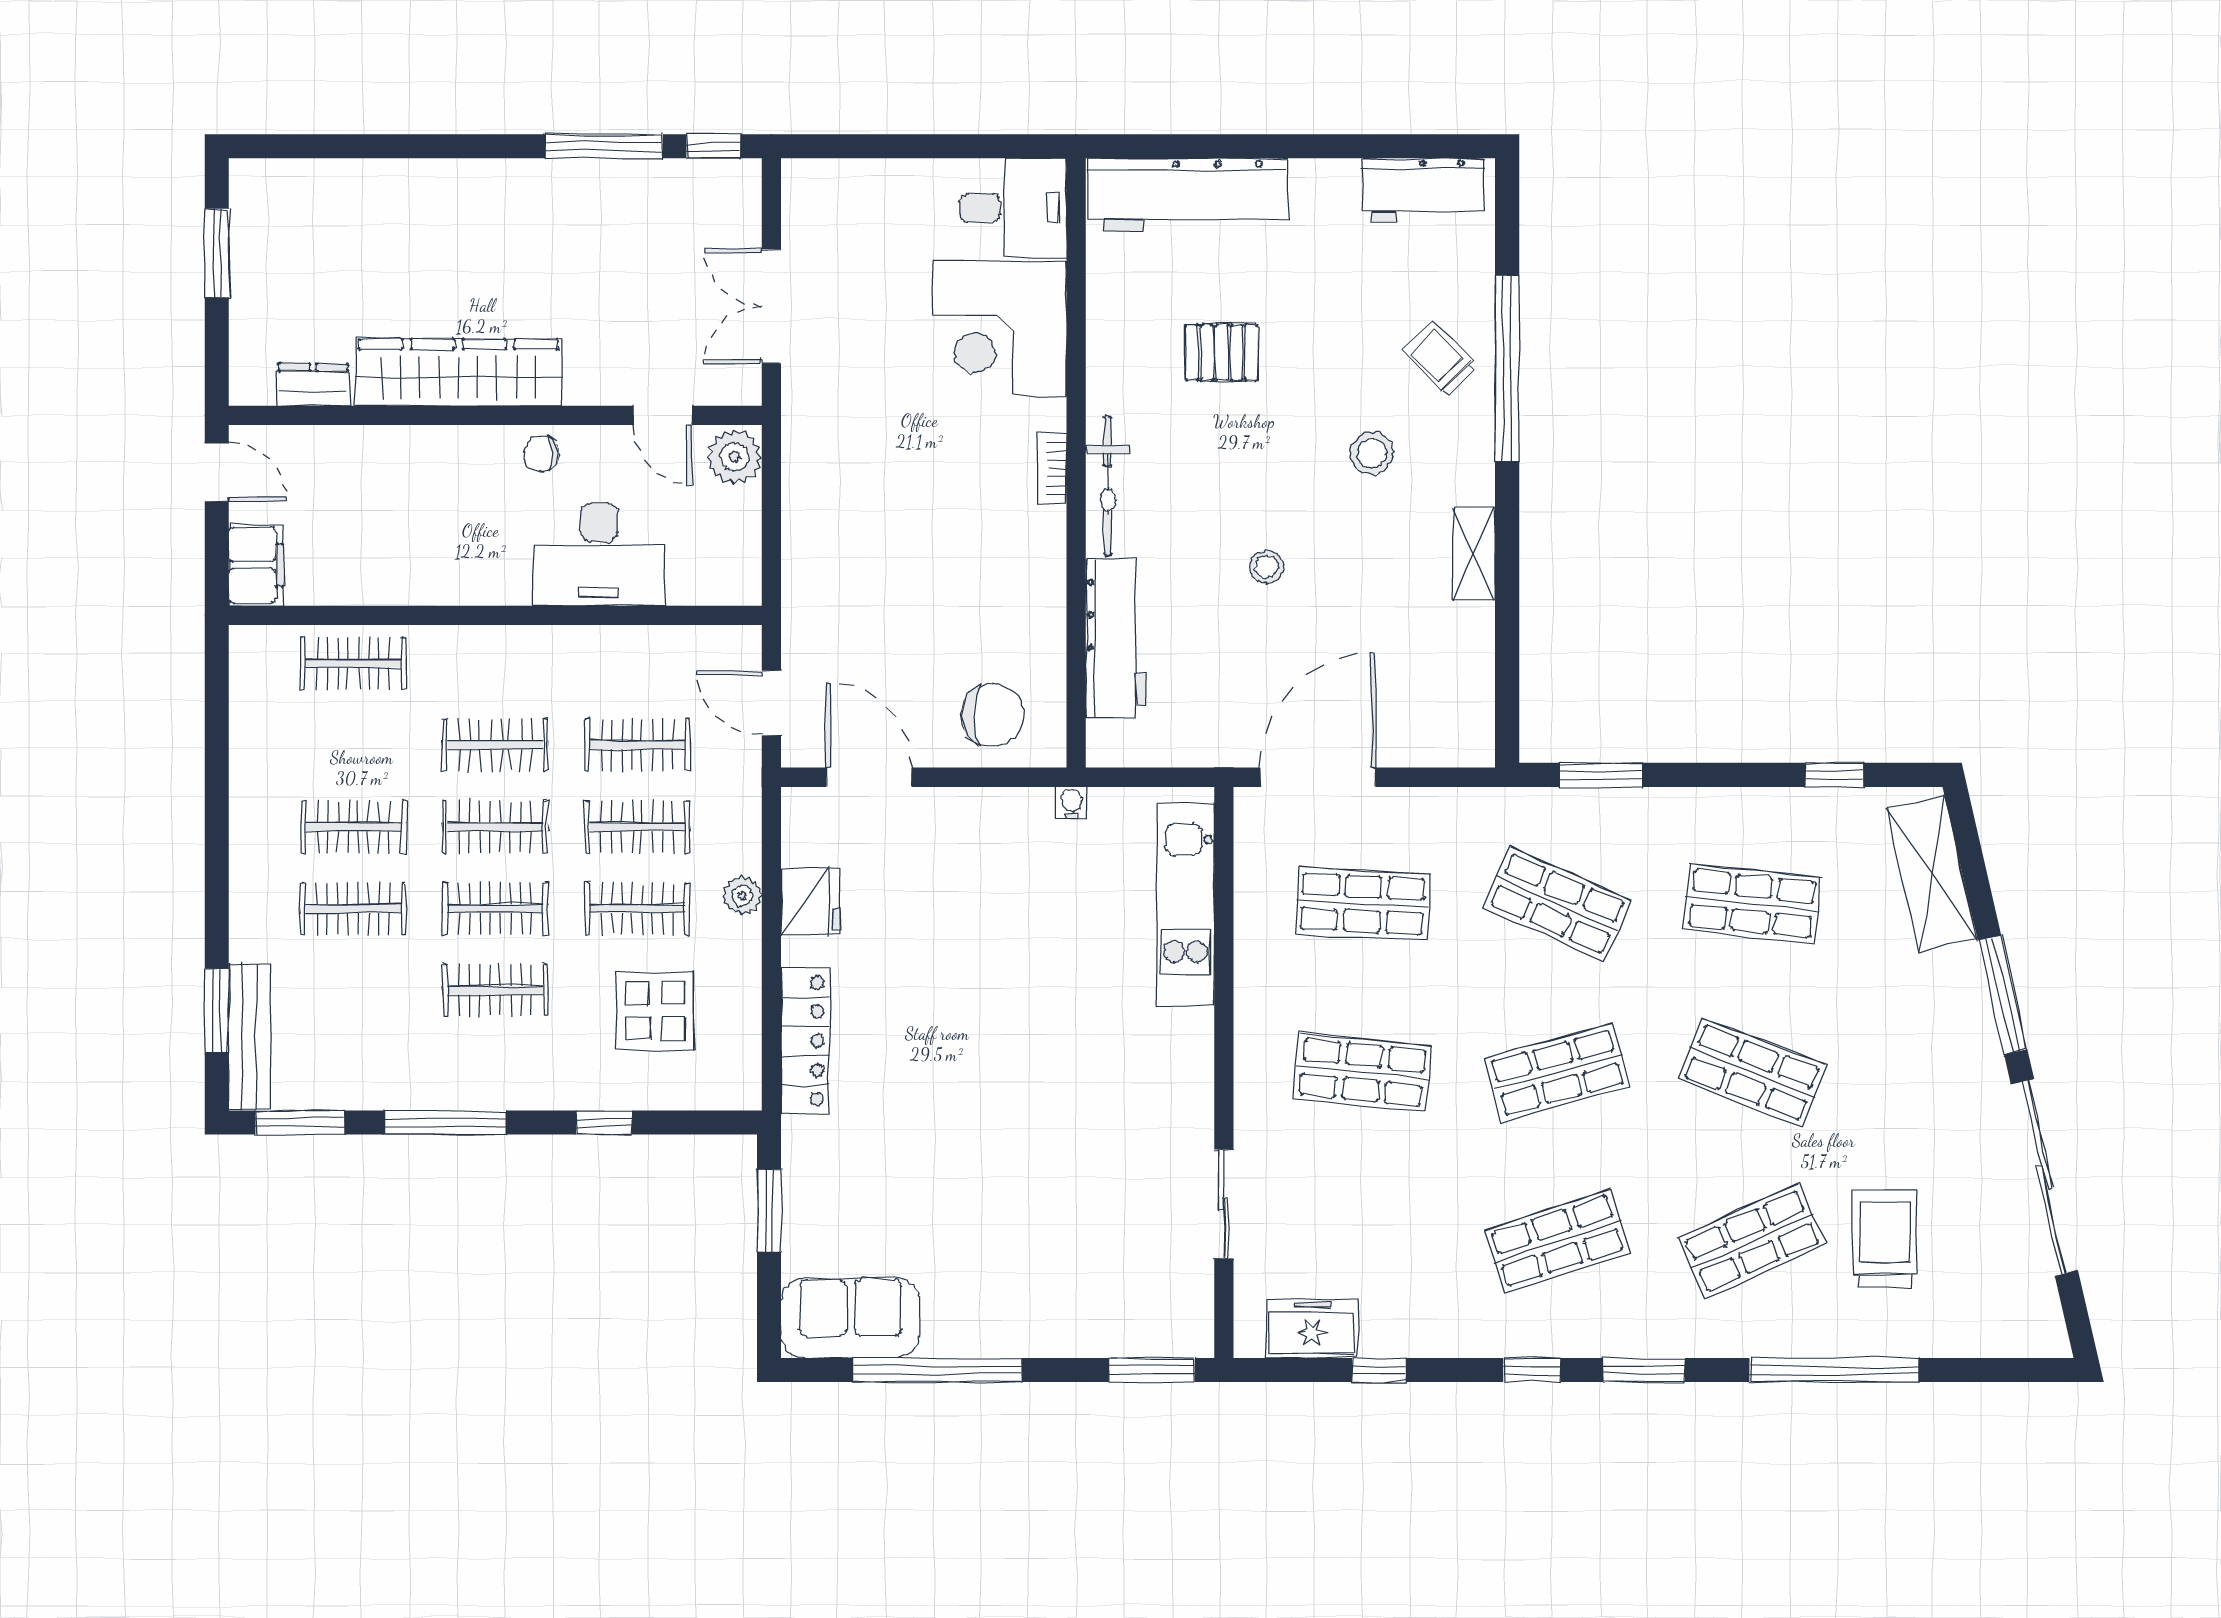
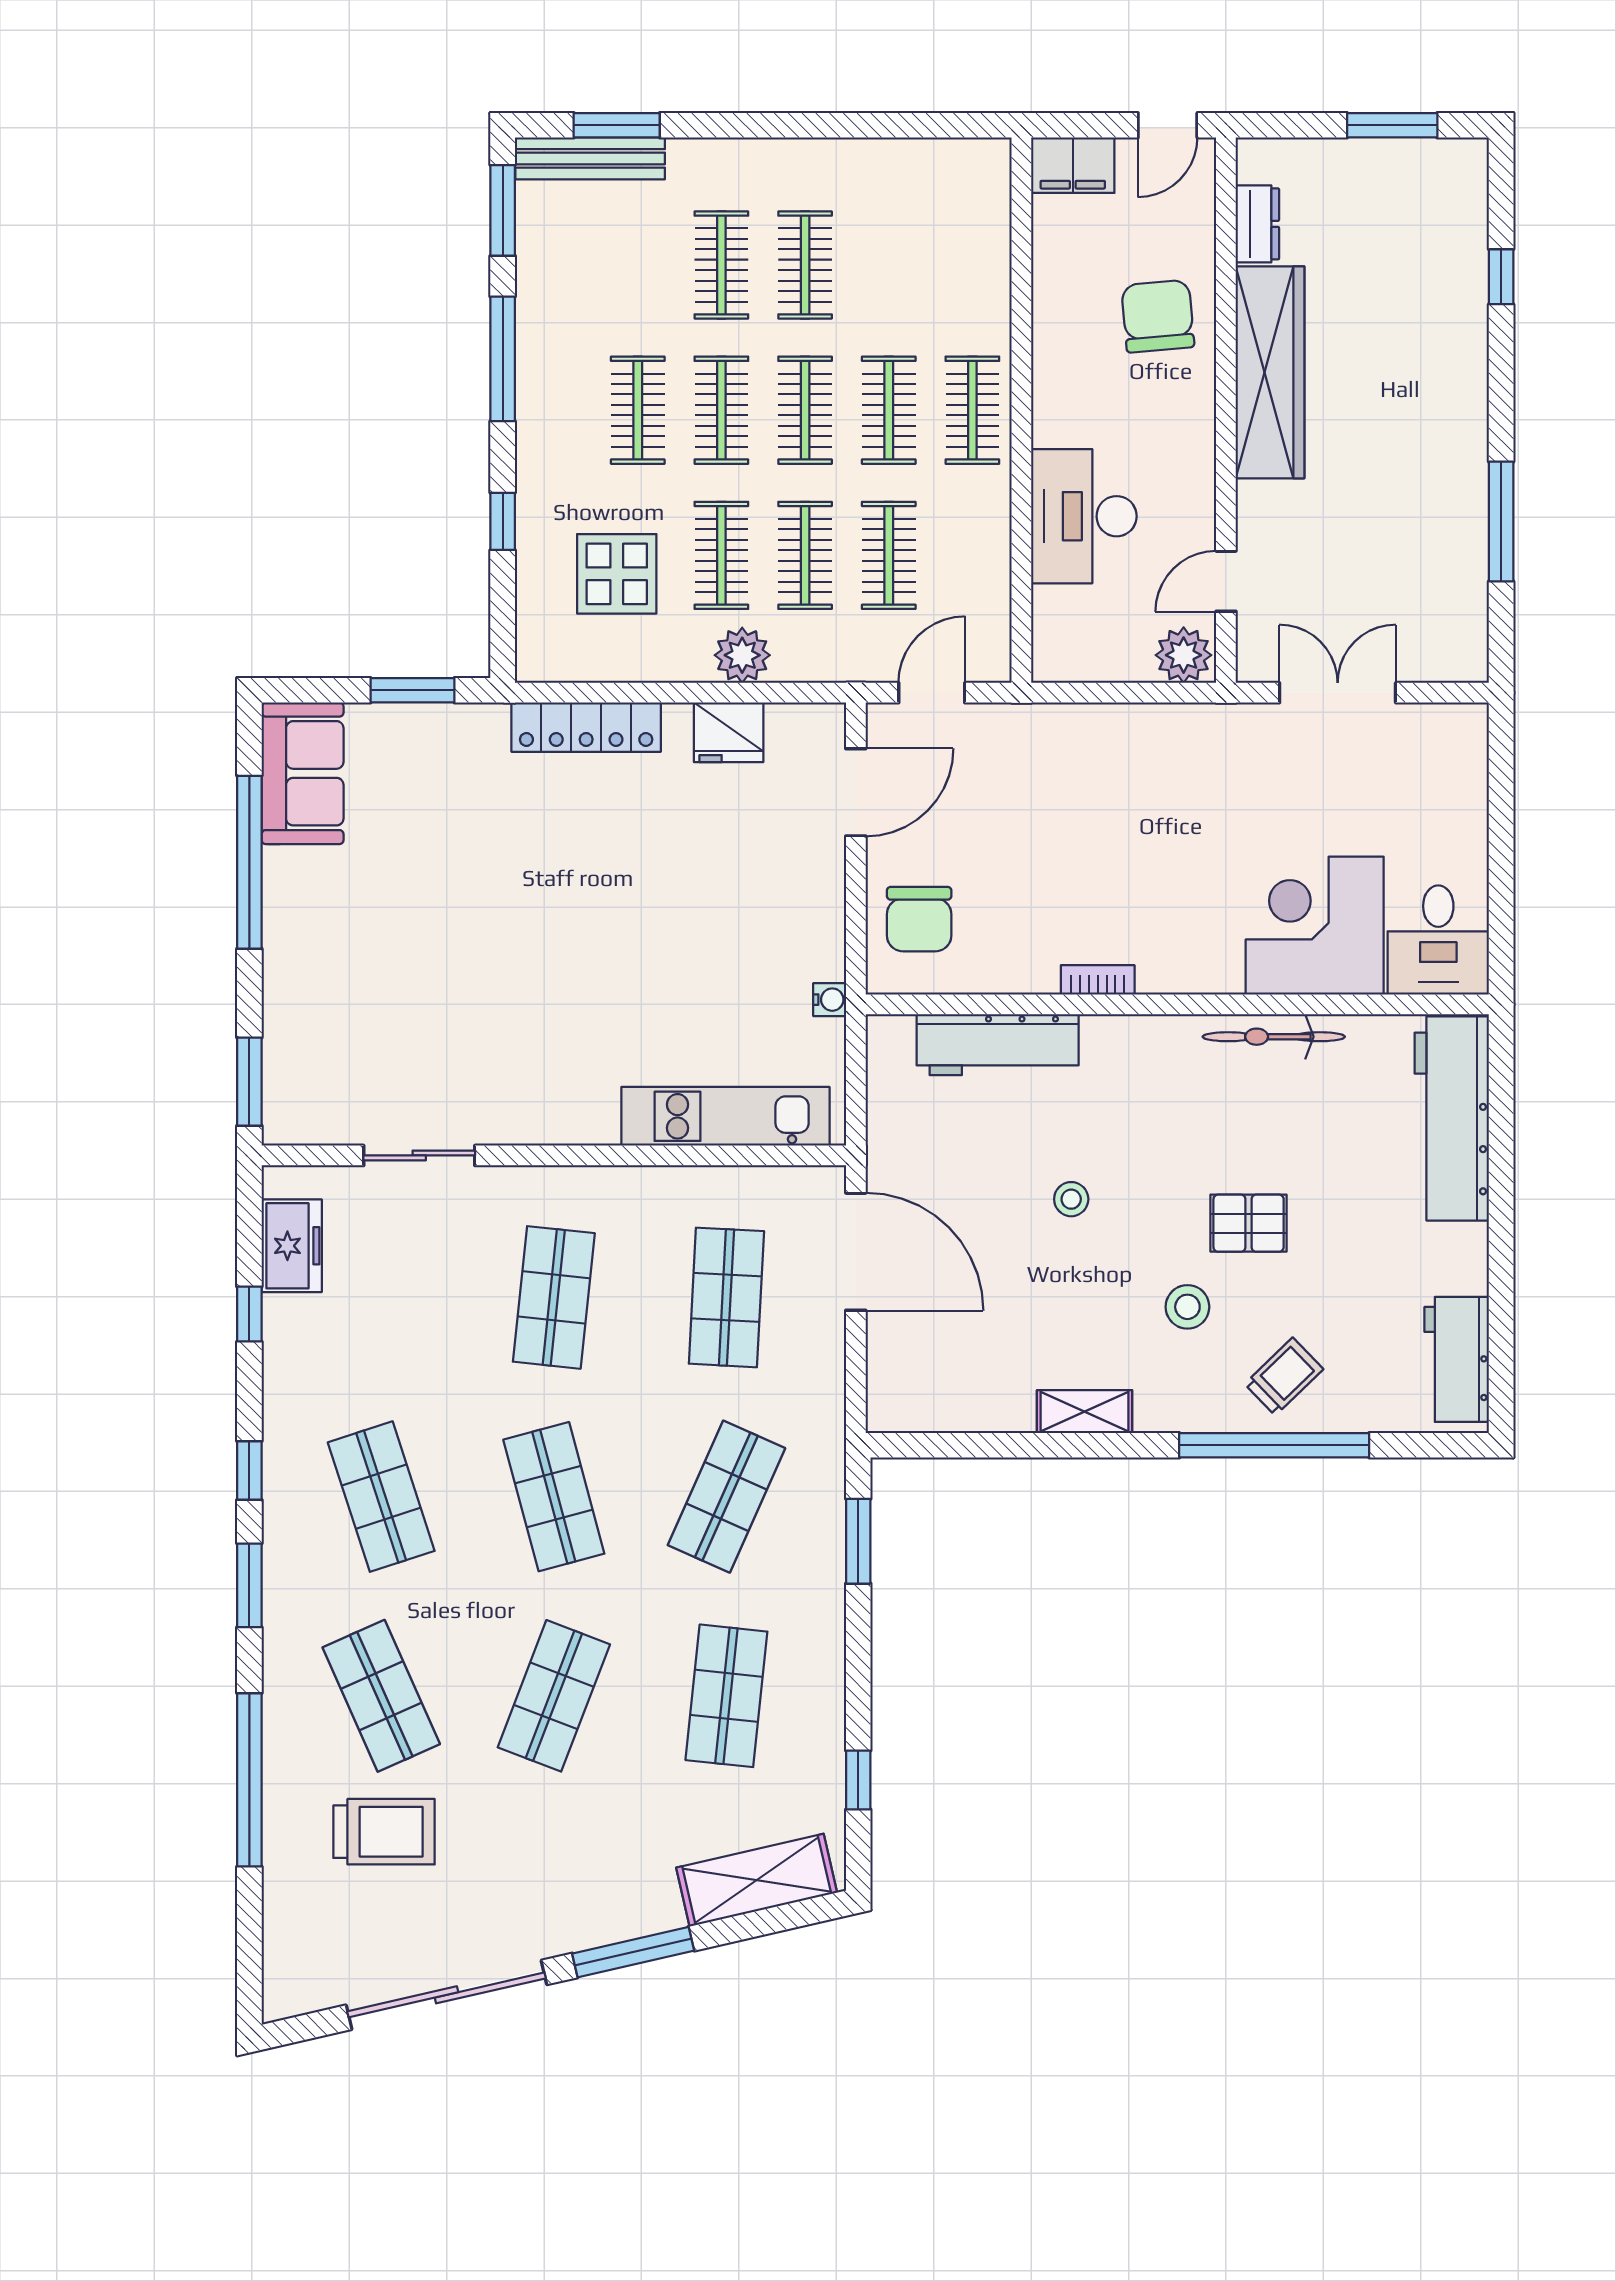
window: (713, 146) -> (1501, 277), moved
pallet: (1222, 353) -> (1249, 1223), moved, turned 90
chair: (541, 454) -> (1158, 316), moved, width x1.87, depth x1.87
bookcase: (1052, 468) -> (1098, 980), moved
bicycle: (1108, 486) -> (1274, 1037), moved
clothes rail: (353, 663) -> (972, 410), moved
plant: (742, 896) -> (742, 655), width x1.38, depth x1.38

